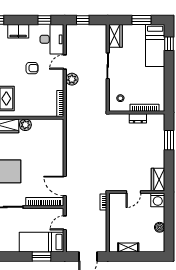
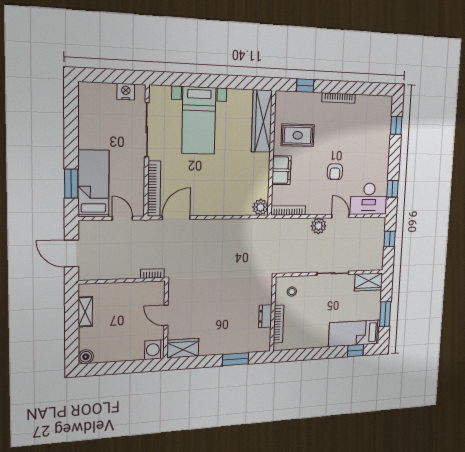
filing cabinet: (18, 31) -> (281, 170), moved, turned 180
plant: (25, 125) -> (261, 207), moved
boiler: (160, 227) -> (86, 357), moved

